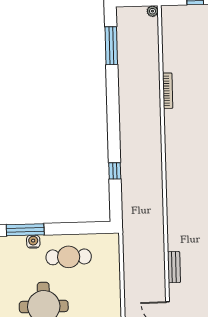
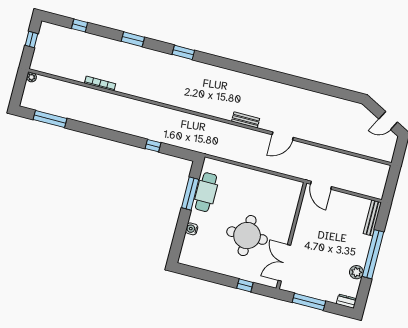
window: (25, 230) -> (190, 193), moved
cafe table: (69, 257) -> (206, 192), moved

